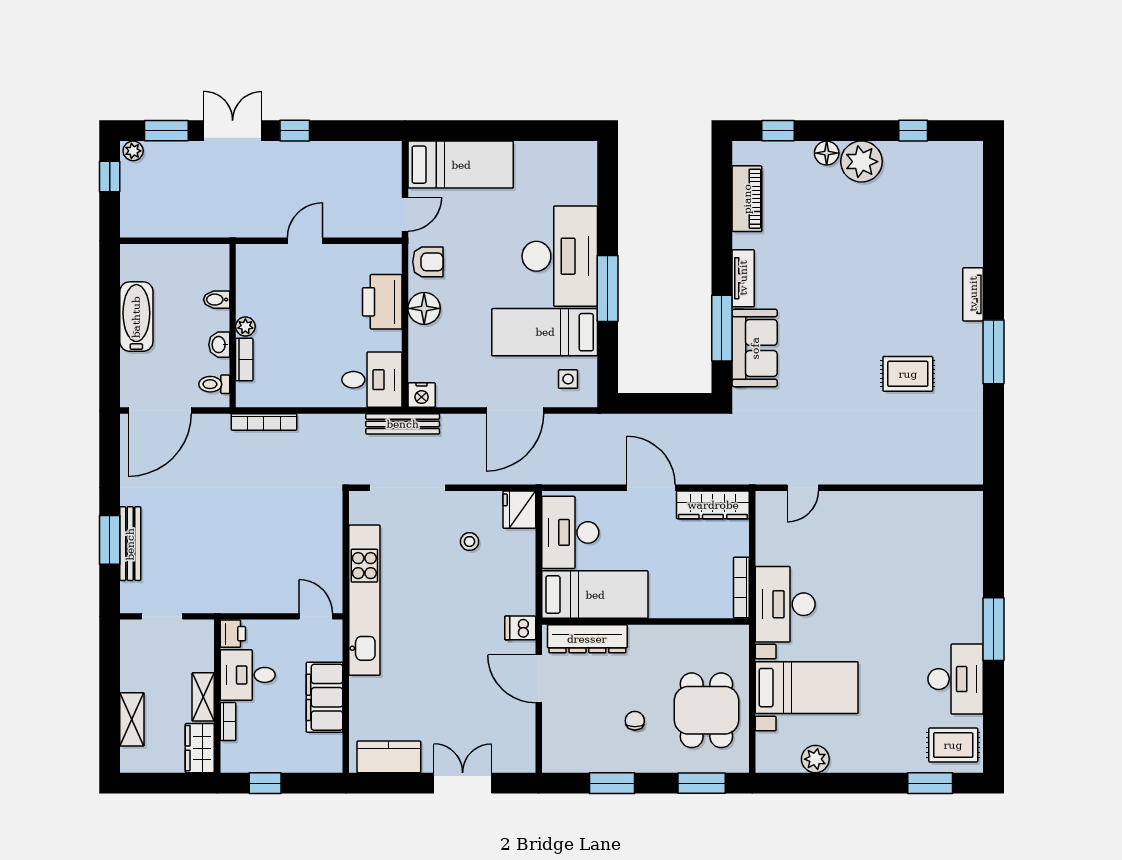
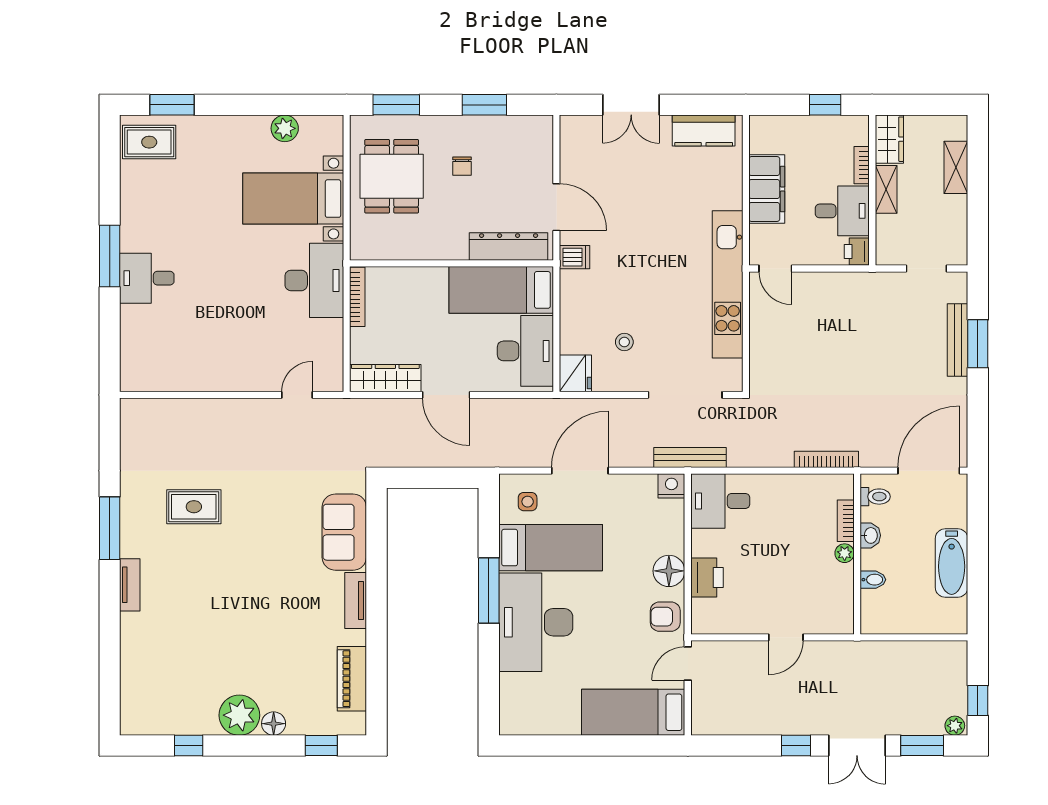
printer: (382, 302) -> (707, 577), width x0.73, depth x0.84
window: (722, 328) -> (376, 552), removed
desk: (956, 679) -> (147, 278), moved, width x0.73

